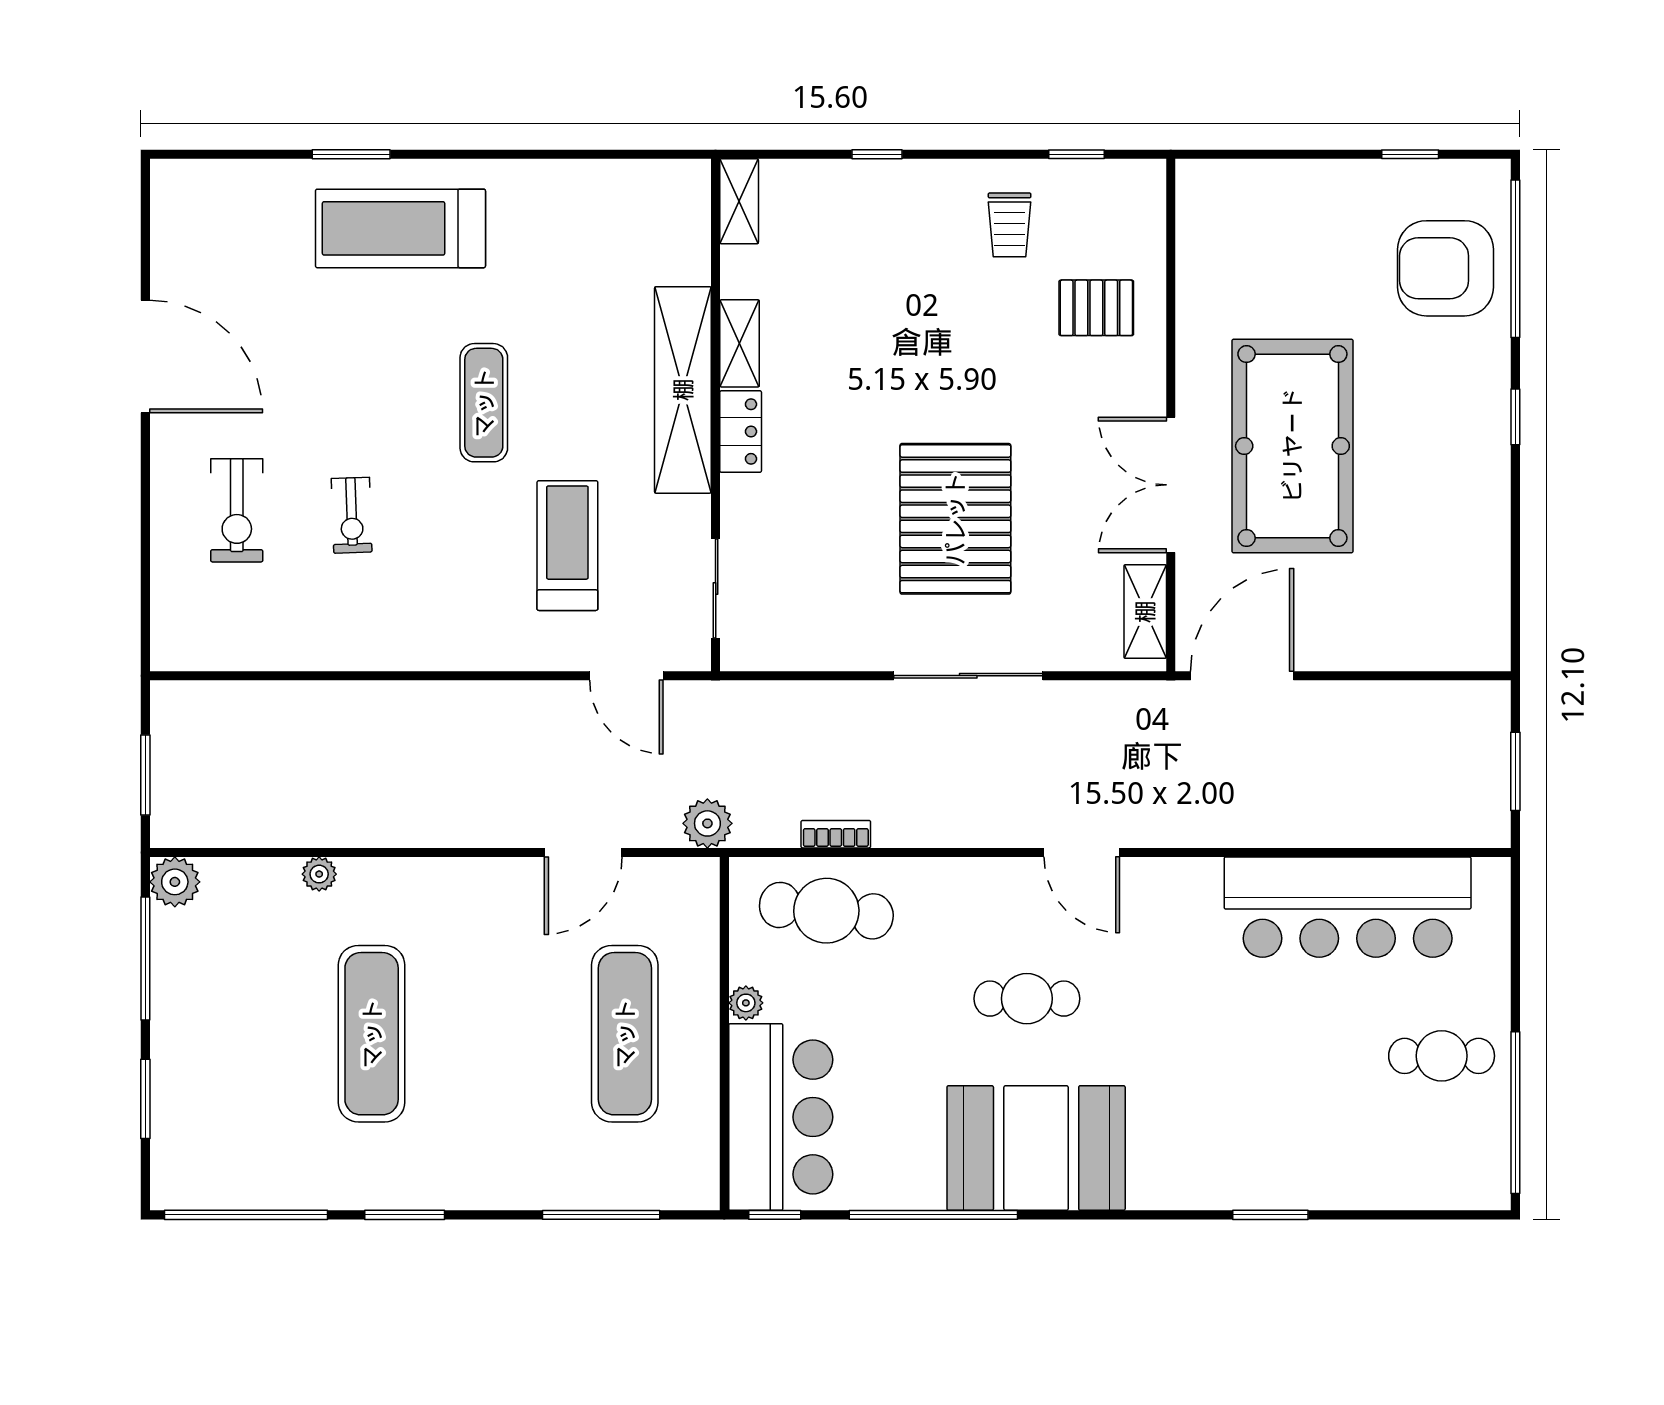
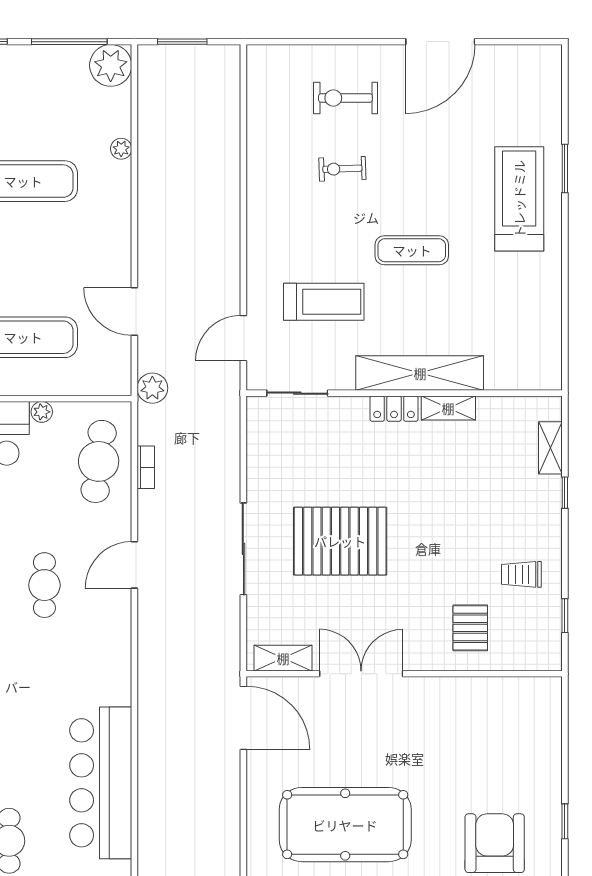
shelving: (739, 201) -> (550, 448), moved, turned 90
pool table: (1292, 446) -> (345, 825), moved
door: (1082, 852) -> (134, 565), moved
plant: (175, 882) -> (111, 65), width x1.36, depth x1.36

